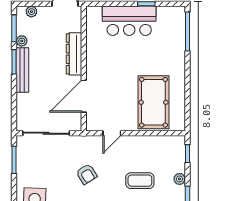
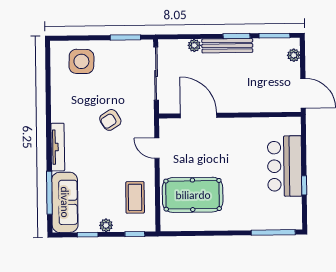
plant: (22, 41) -> (194, 45), moved
dresser: (74, 54) -> (246, 104), removed
coffee table: (140, 181) -> (135, 197), moved

